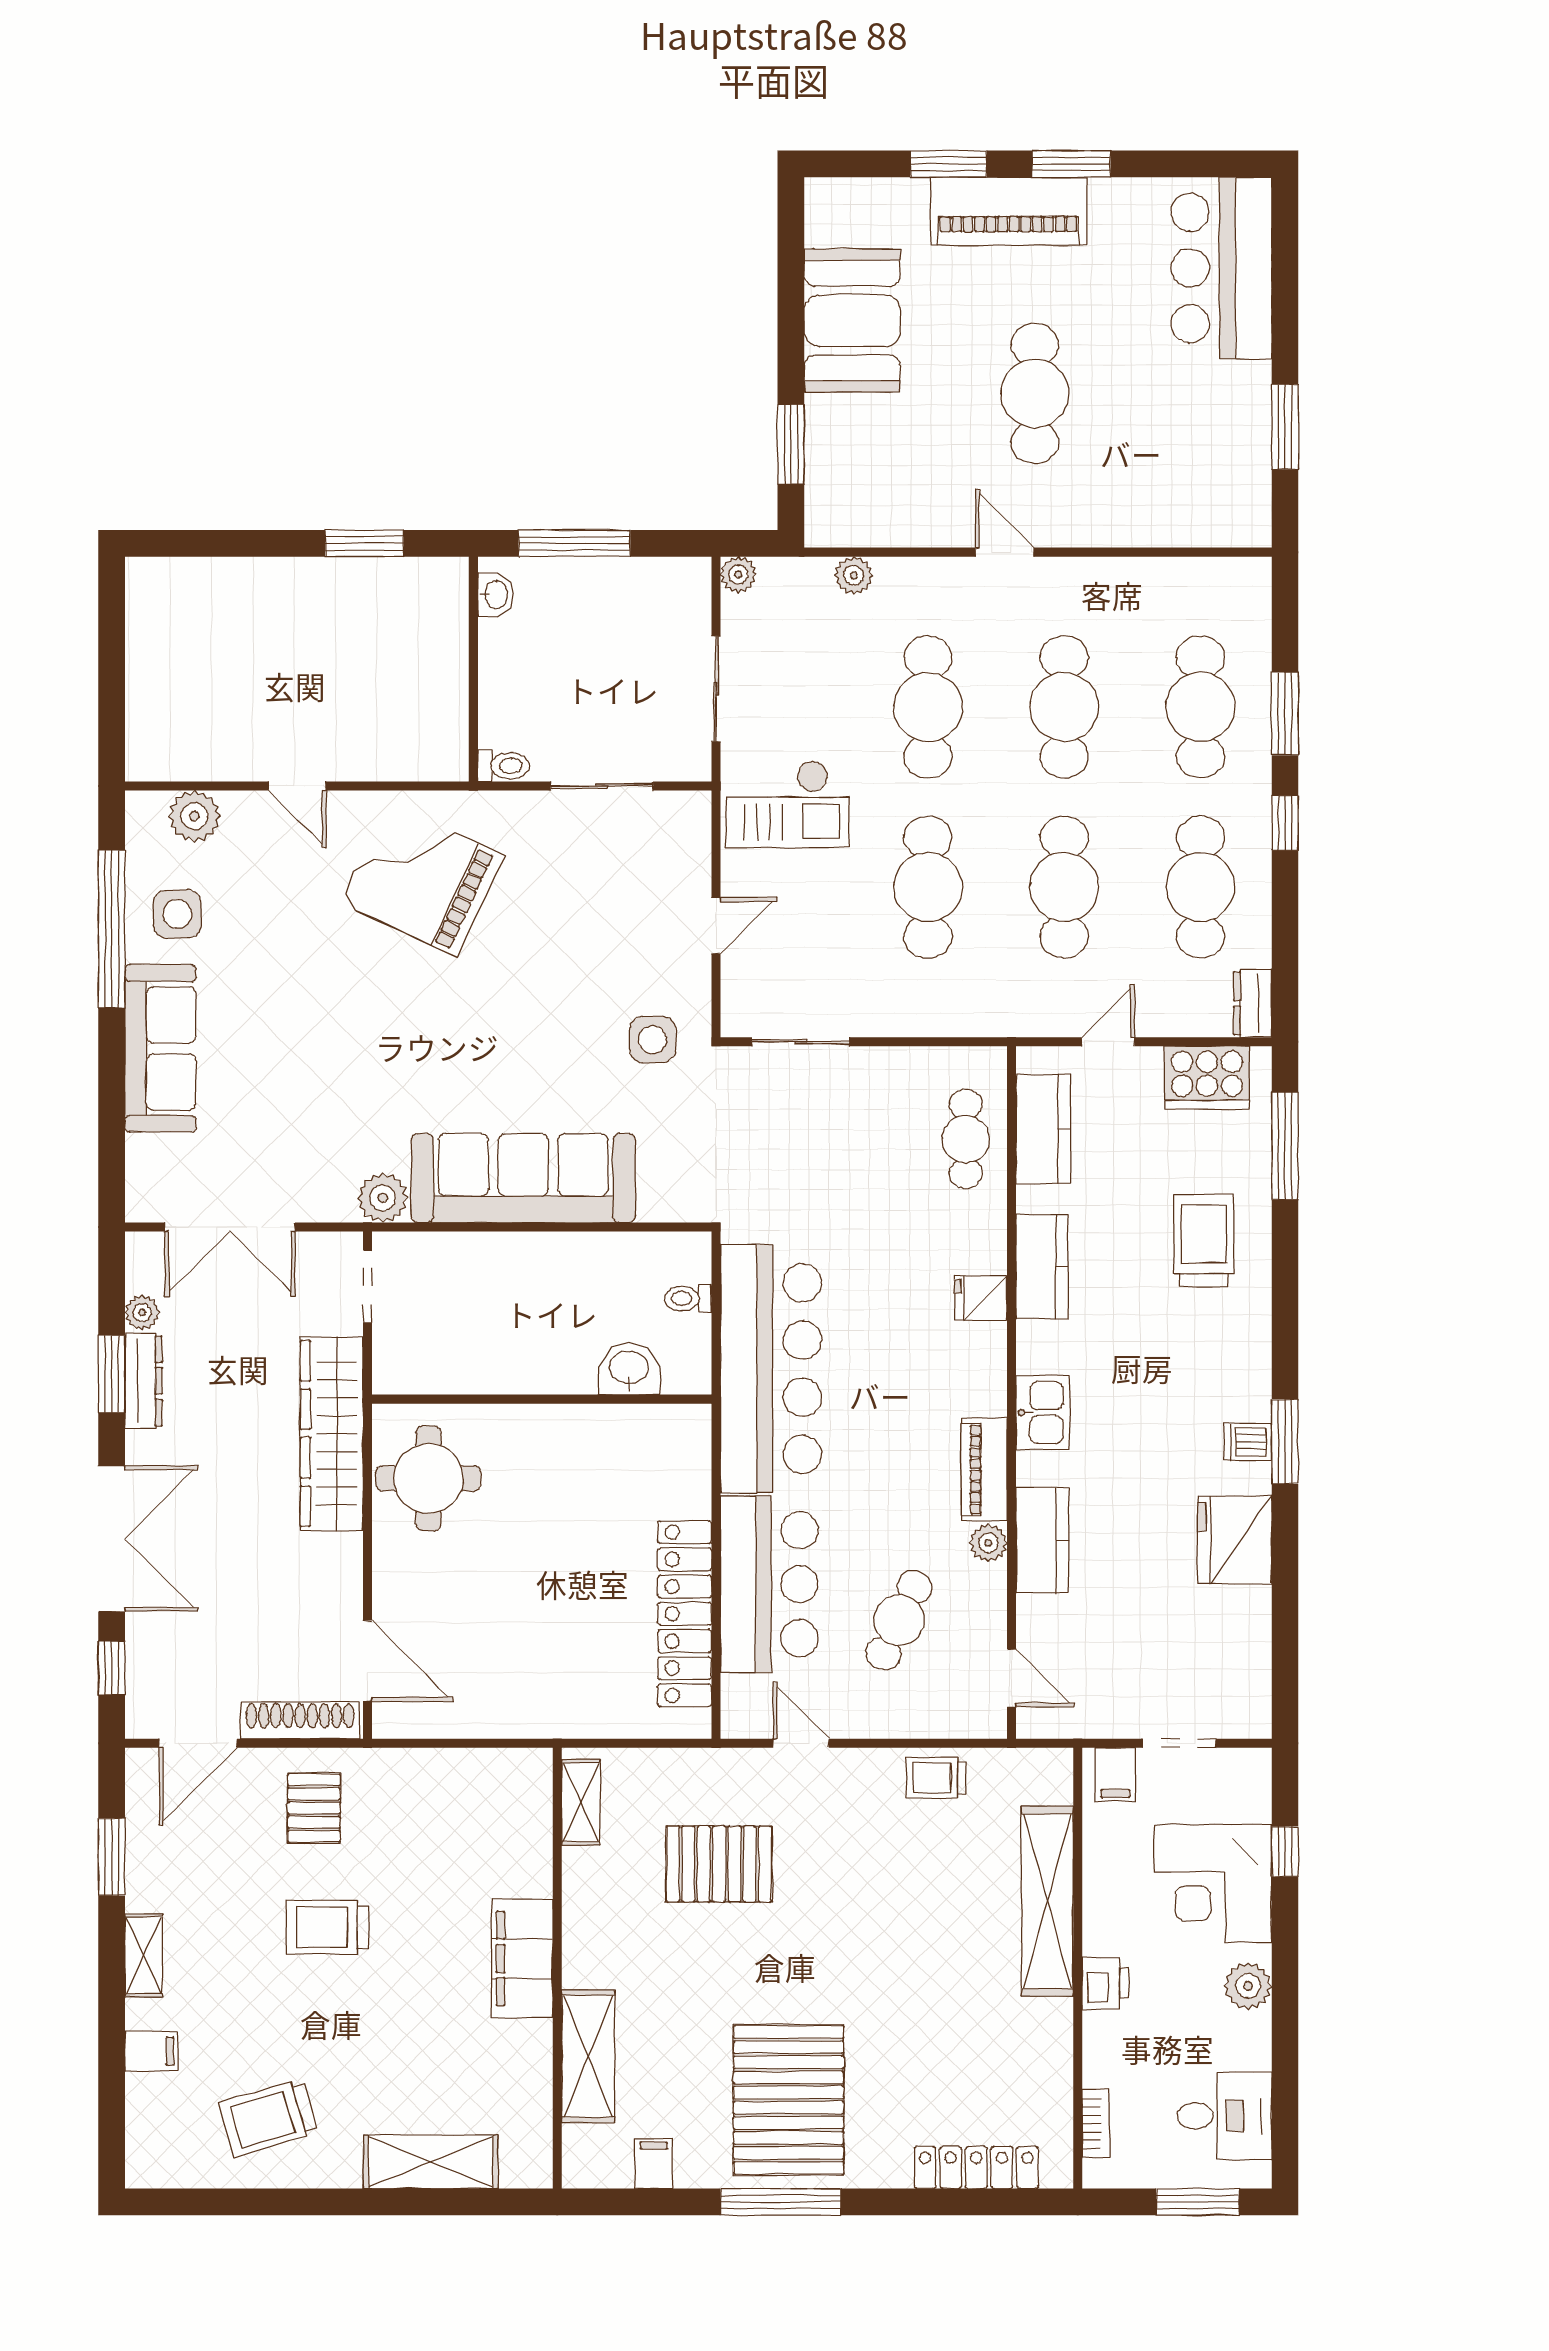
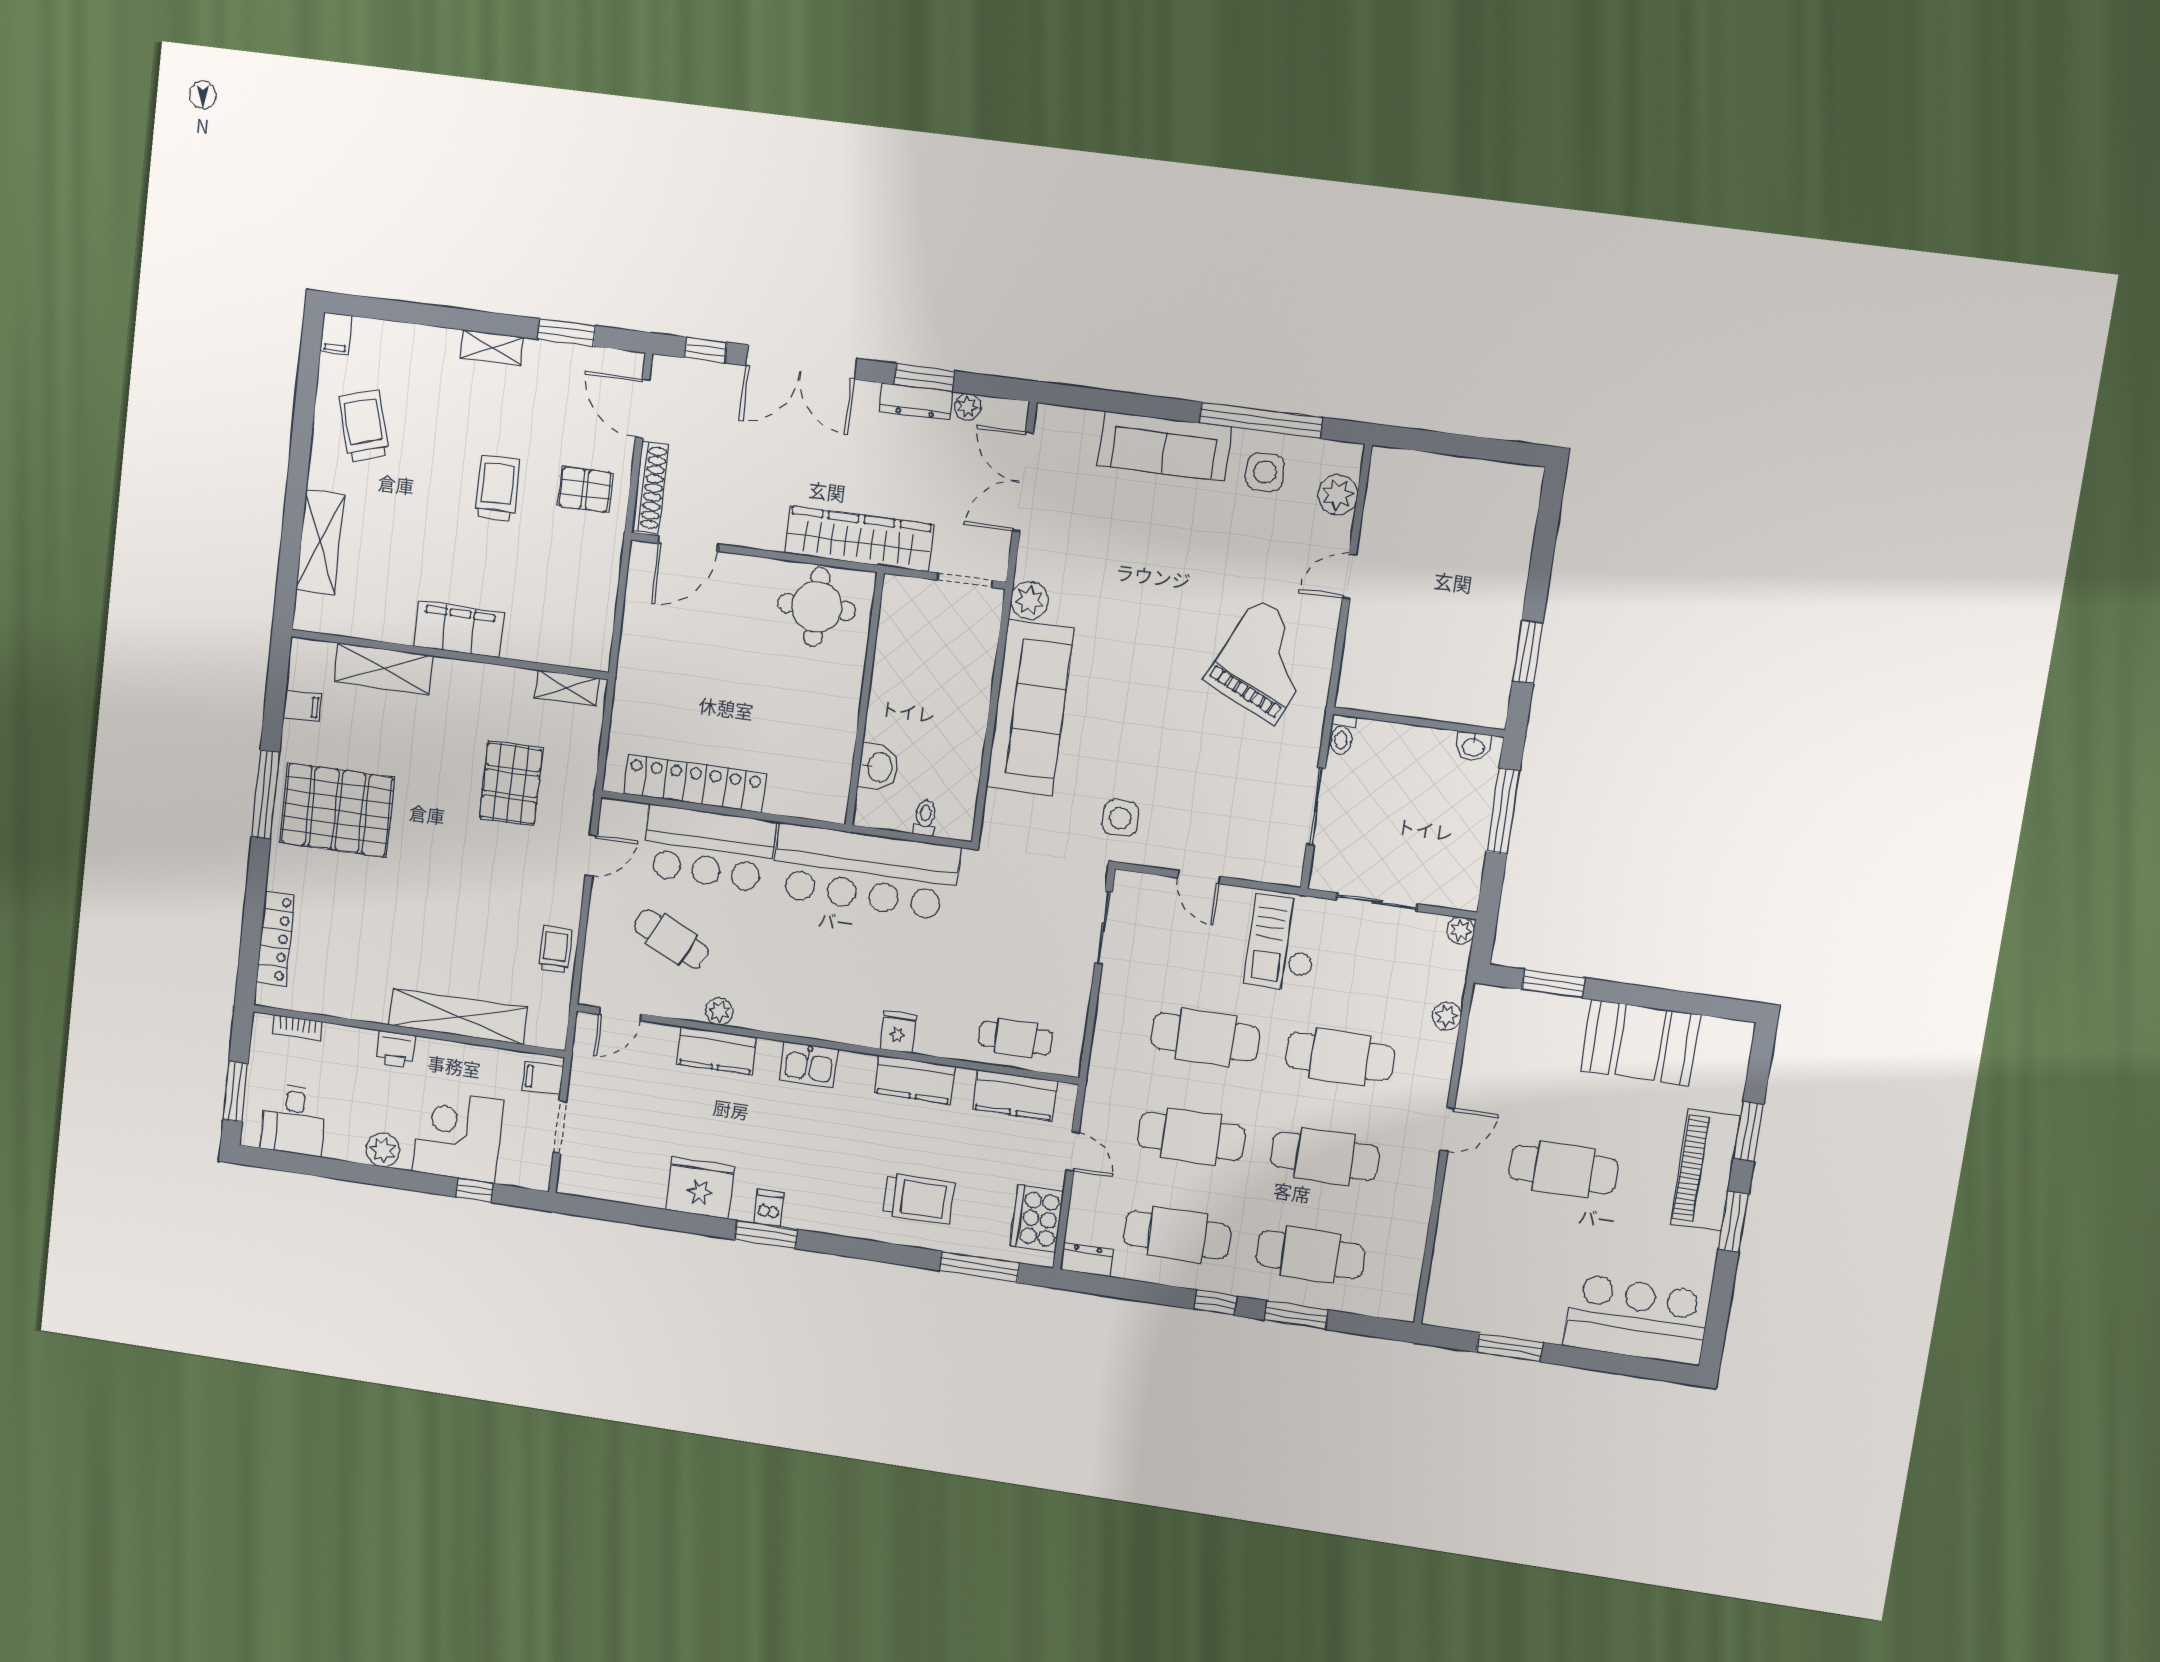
piano: (984, 1470) -> (773, 1016), removed
filing cabinet: (151, 2051) -> (336, 334), moved

